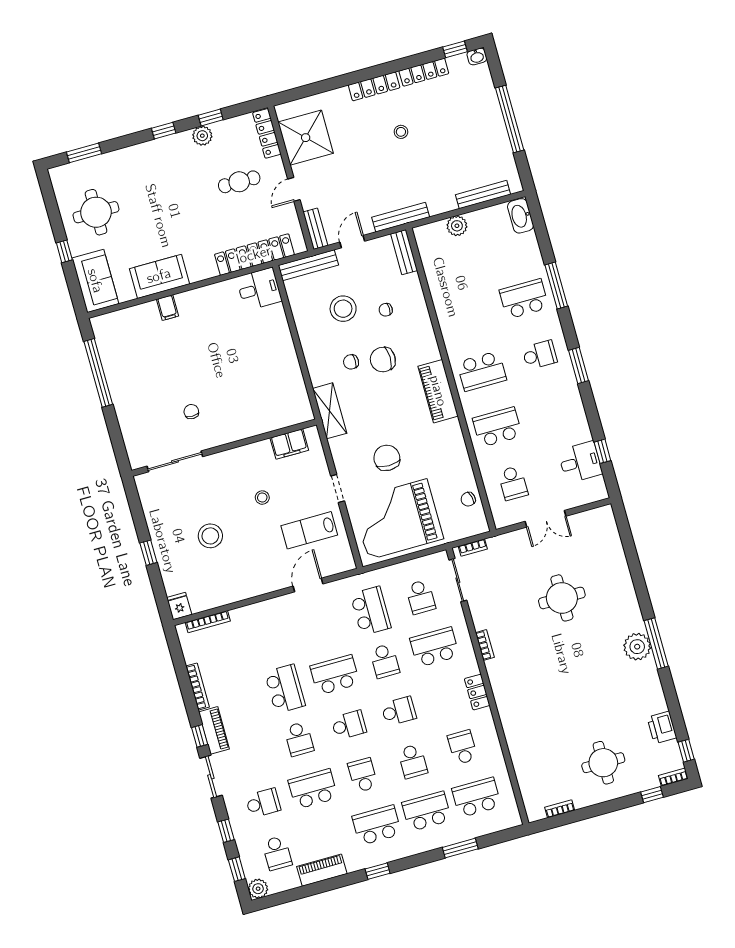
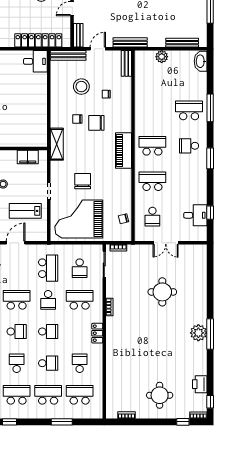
school desk: (540, 355) -> (189, 146), turned 180
school desk: (482, 371) -> (152, 146), turned 180
school desk: (413, 761) -> (48, 363), turned -90

